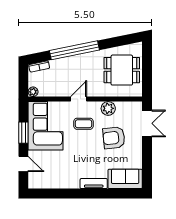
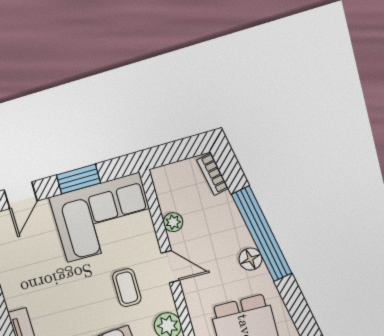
floor lamp: (85, 59) -> (250, 259), added
plant: (33, 92) -> (173, 222), moved

